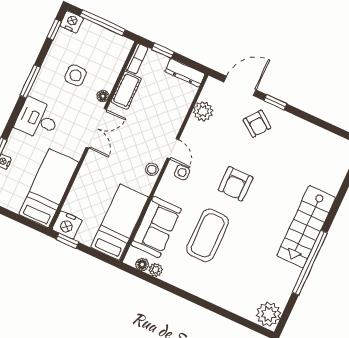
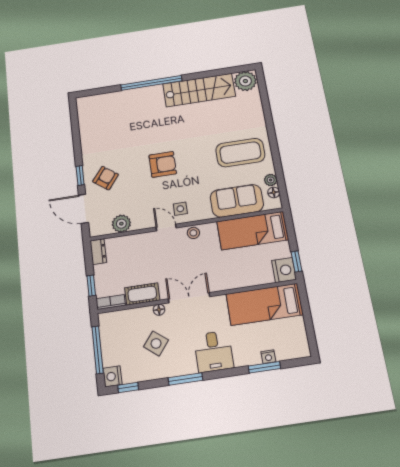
dresser: (185, 73) -> (98, 252), width x0.70
side table: (76, 75) -> (156, 343), turned 38
door: (173, 149) -> (166, 227), hinge flipped
stairs: (306, 227) -> (199, 90), moved
coffee table: (208, 235) -> (240, 153), moved
window: (310, 263) -> (151, 83), moved

